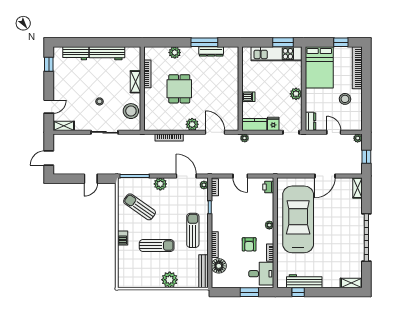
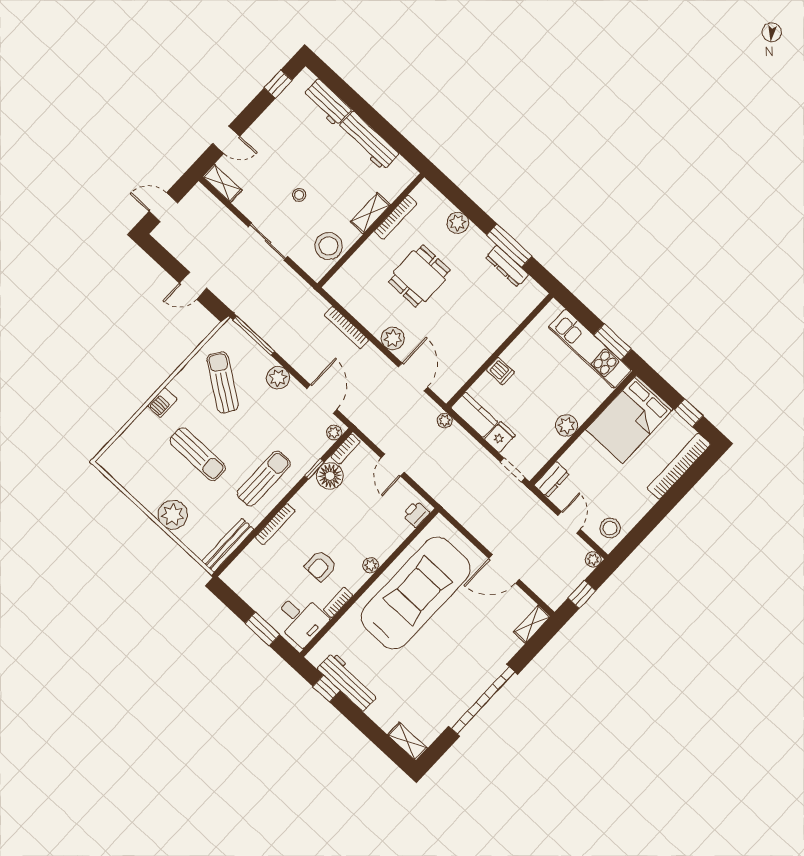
stool: (345, 99) -> (610, 528), moved
floor lamp: (219, 266) -> (330, 476), moved

